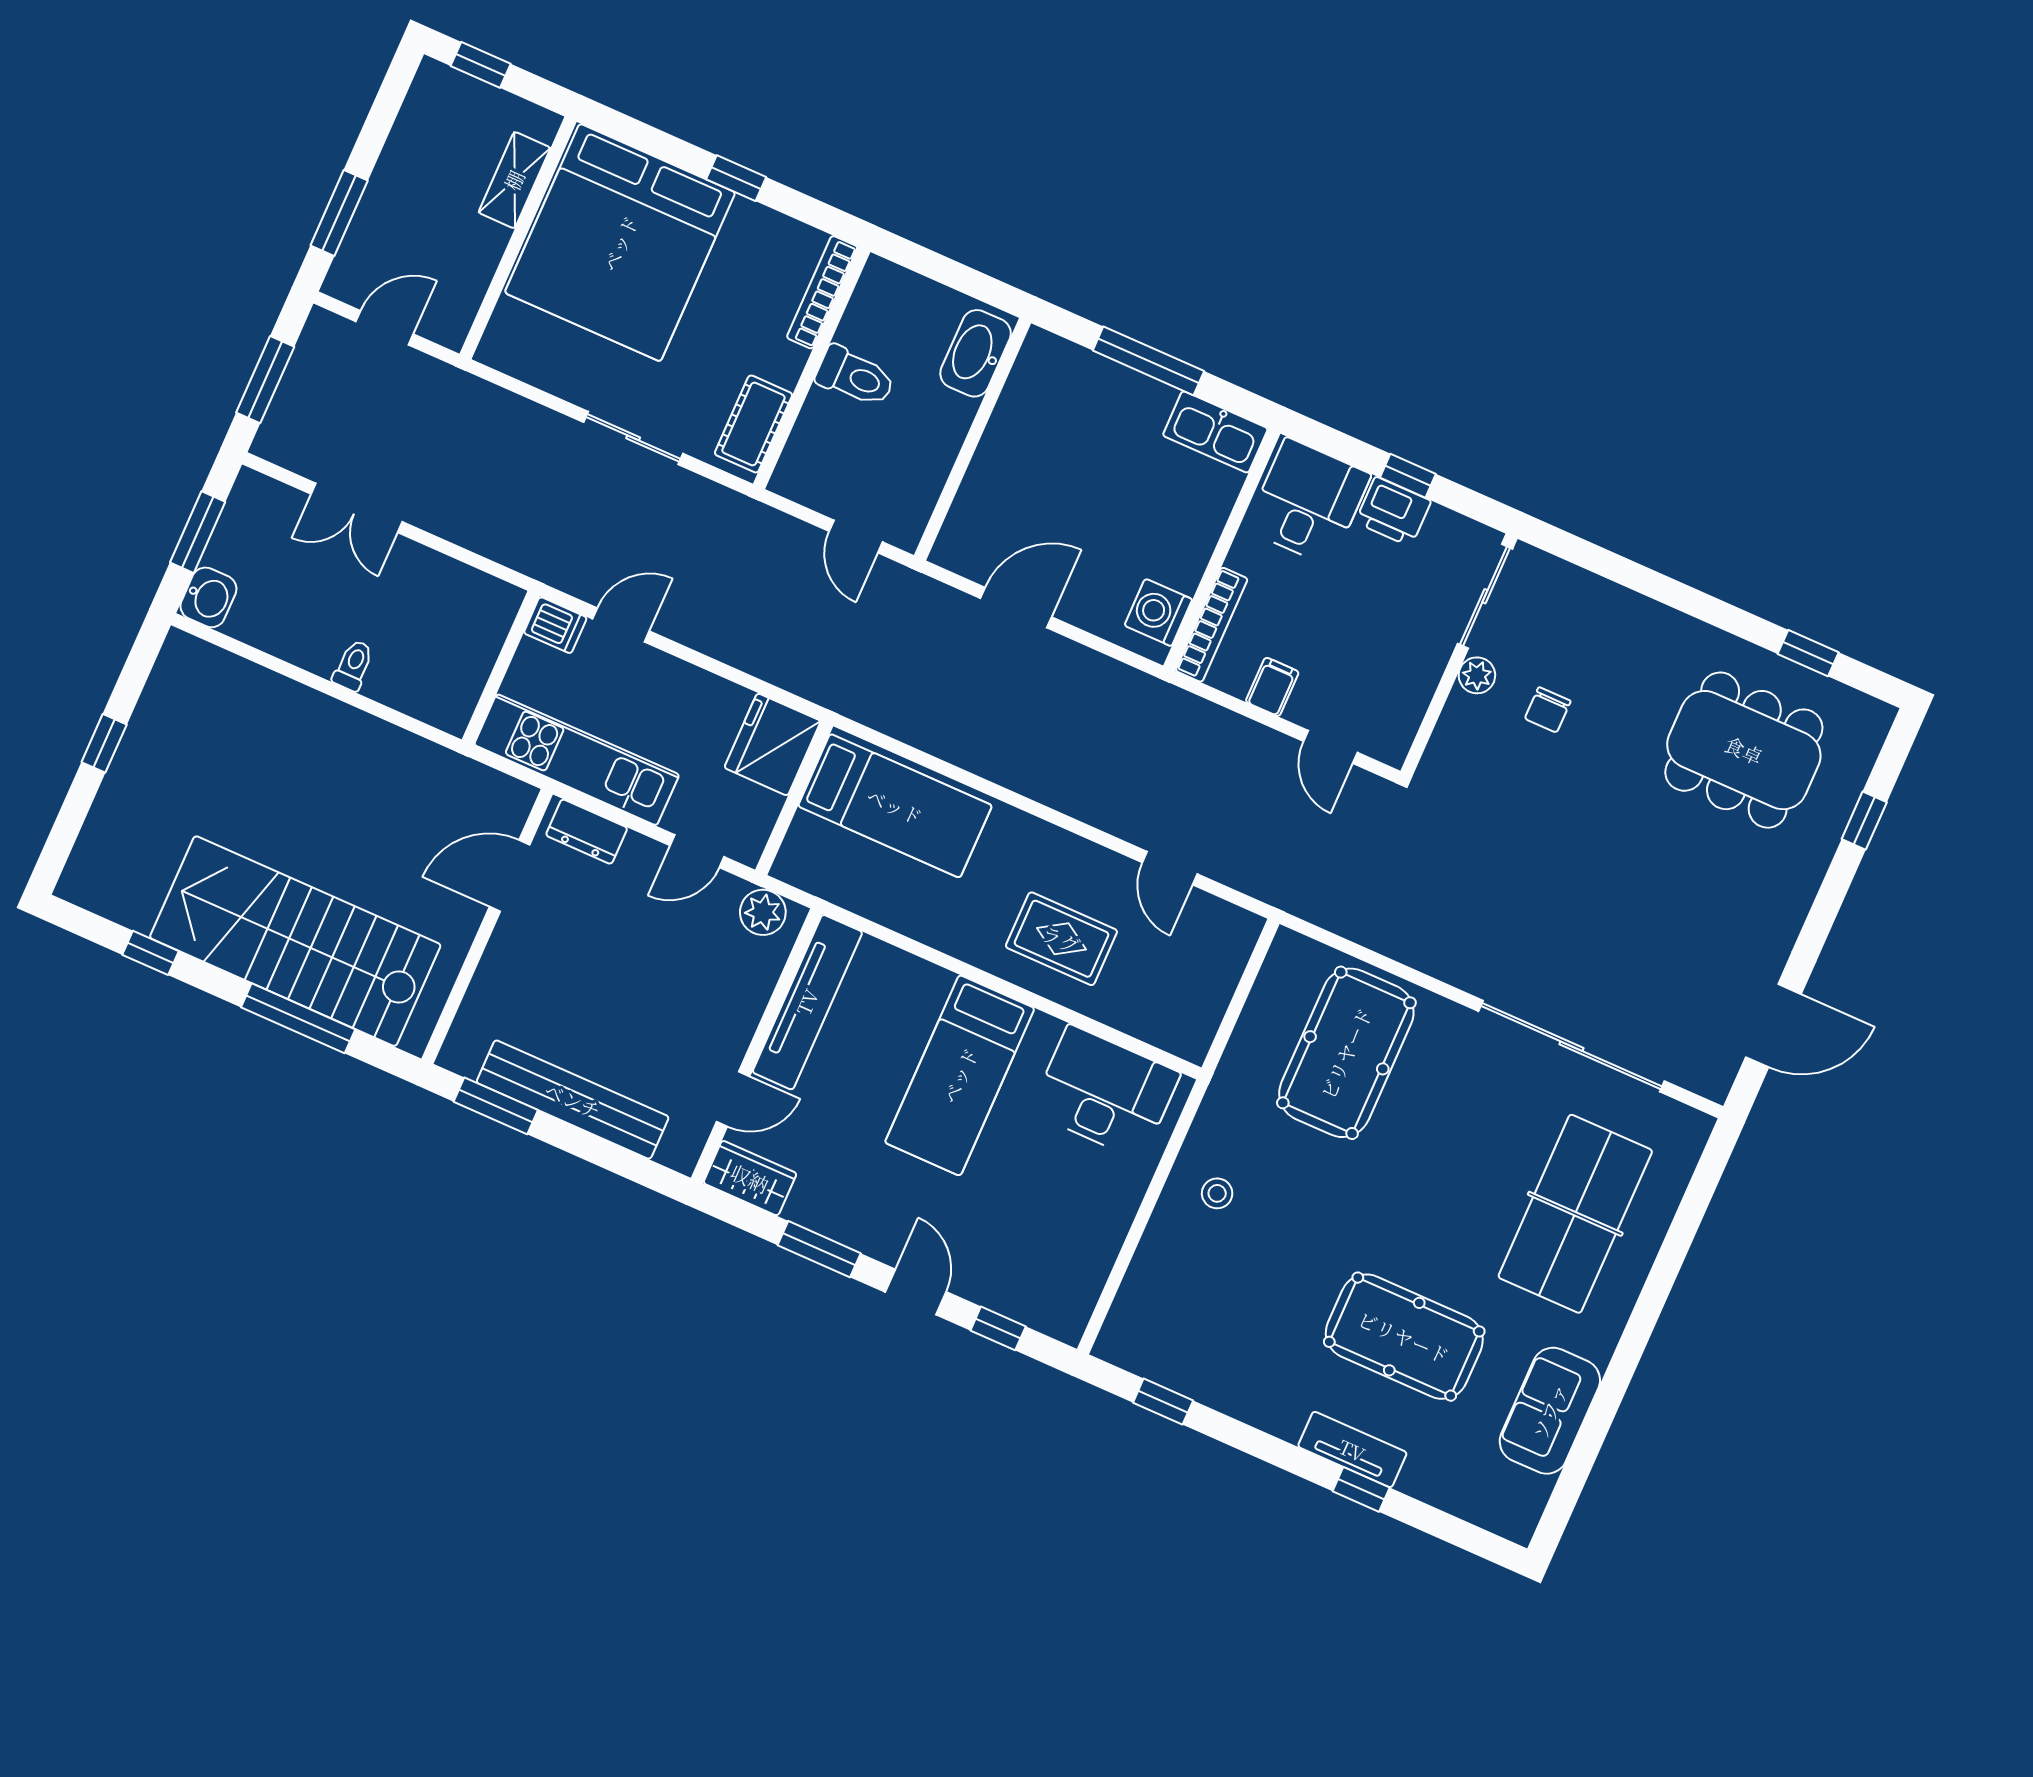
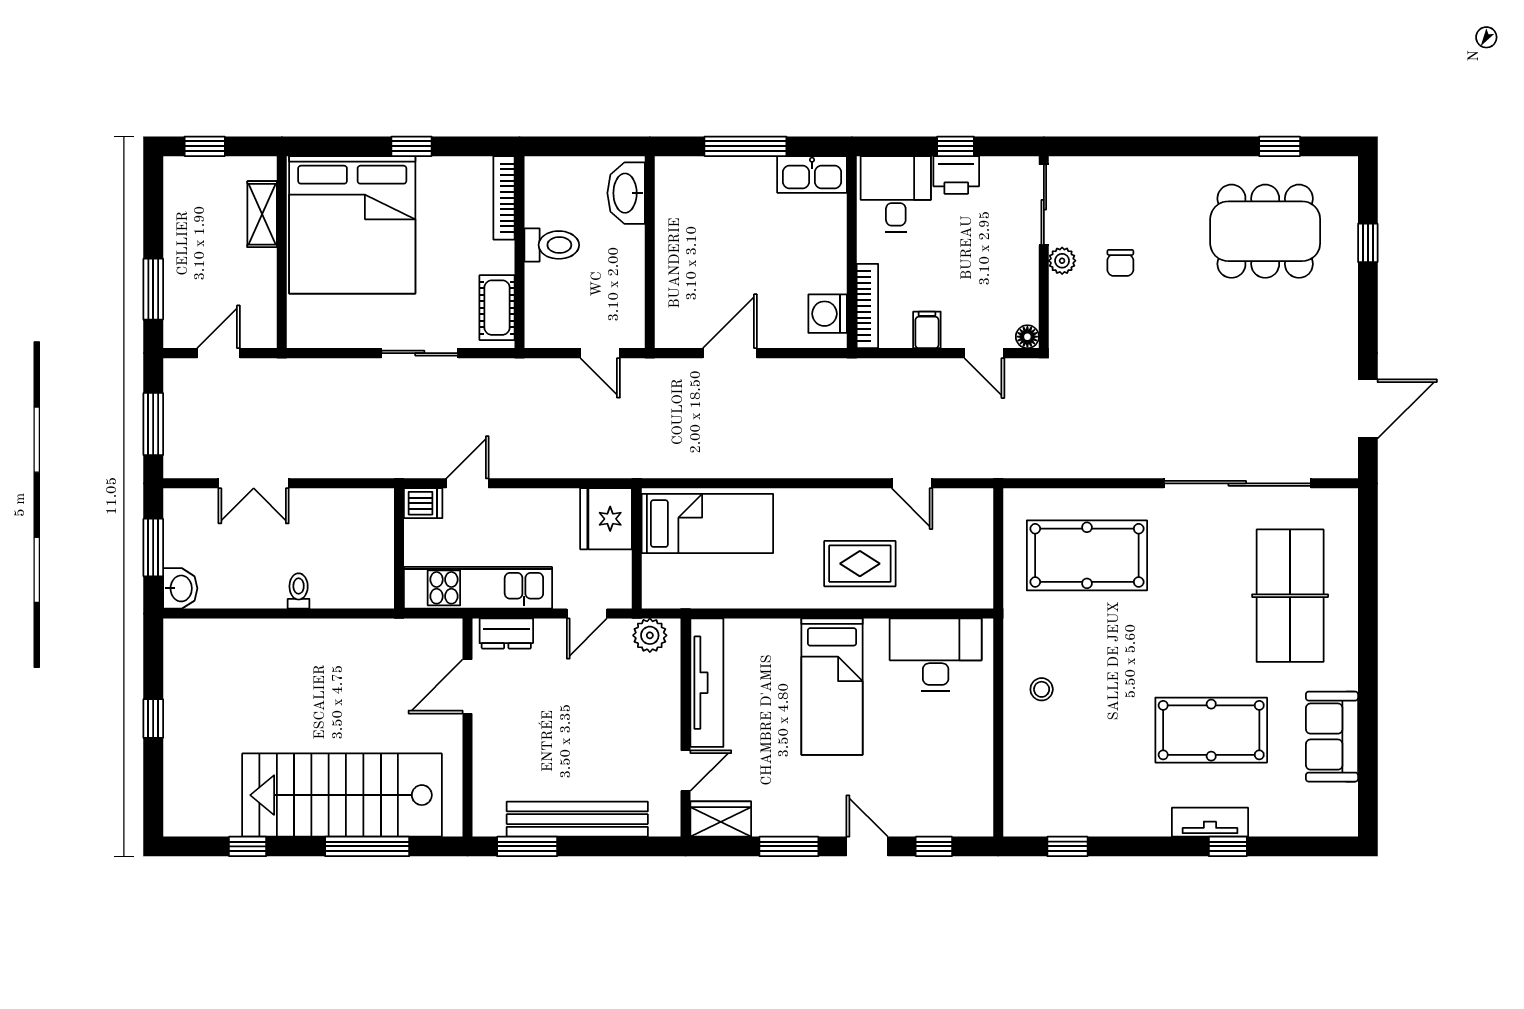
floor lamp: (1393, 750) -> (1027, 337), added
pool table: (1346, 1053) -> (1087, 555), turned 90

